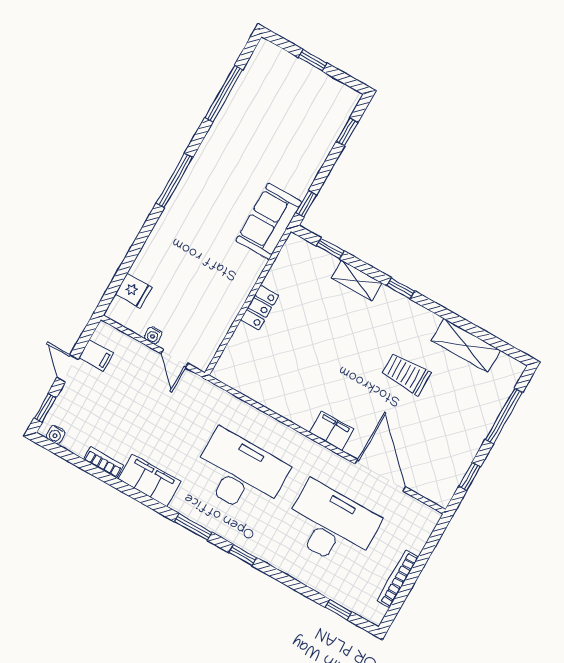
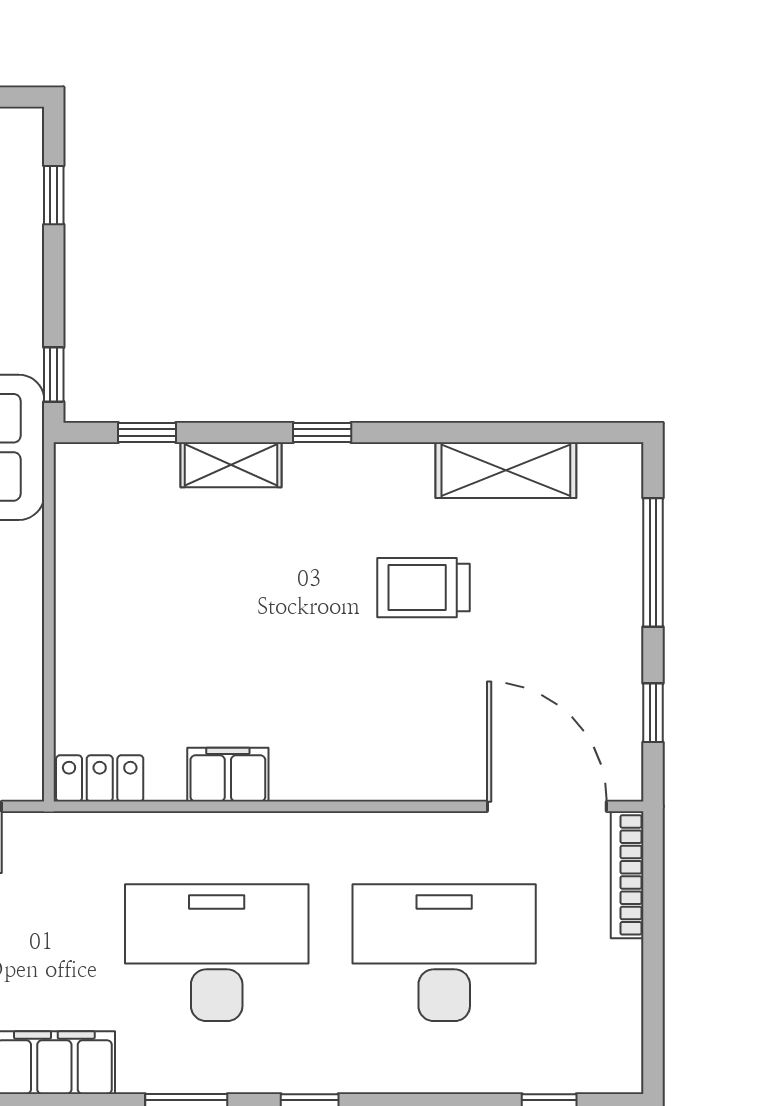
locker: (260, 308) -> (100, 778), moved, turned -90
filing cabinet: (331, 431) -> (228, 775), moved
door: (380, 475) -> (547, 806), moved
bookcase: (398, 579) -> (627, 875), moved

